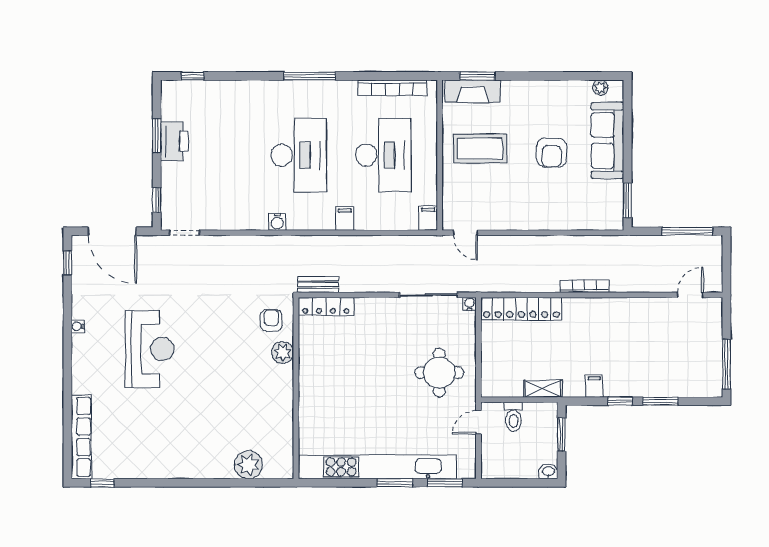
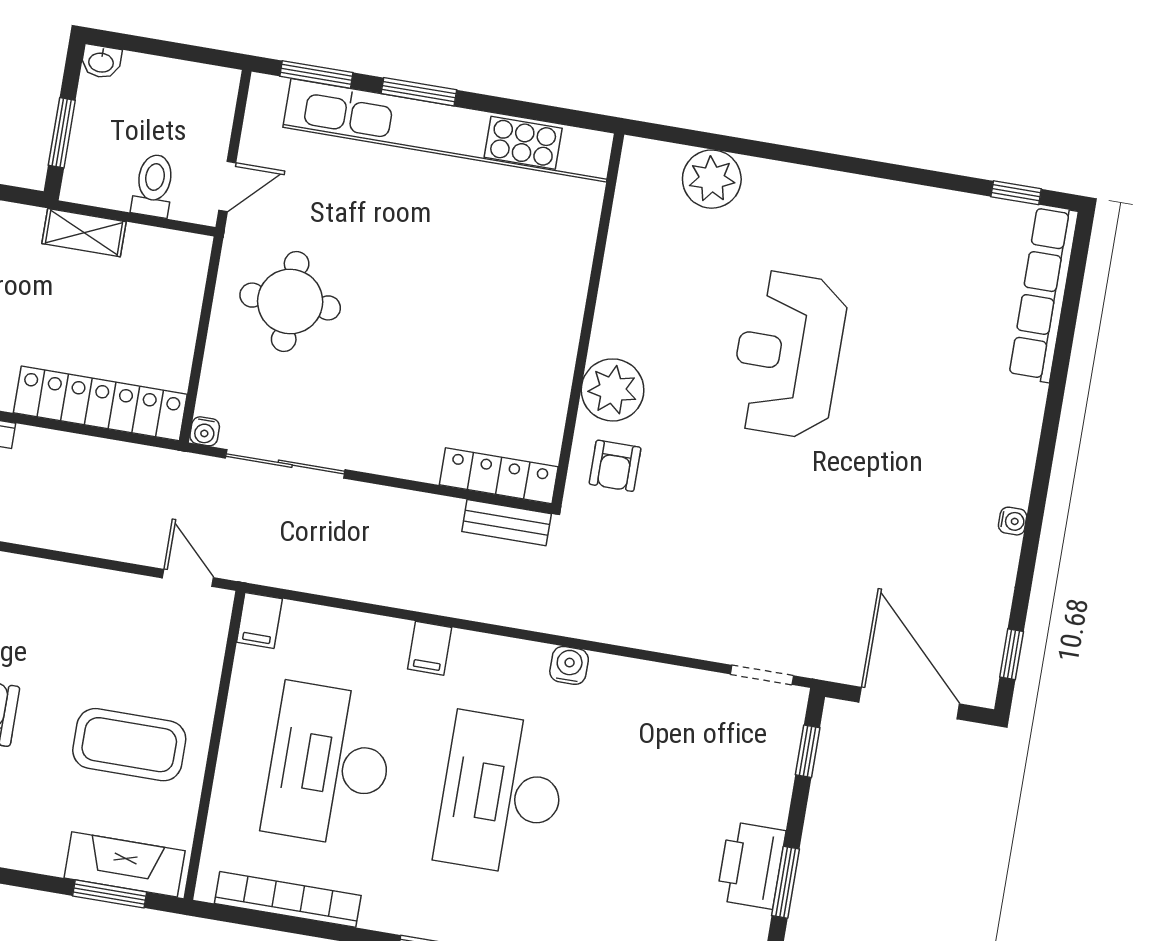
reception desk: (150, 349) -> (788, 355), moved
plant: (283, 352) -> (613, 390), width x1.36, depth x1.36

